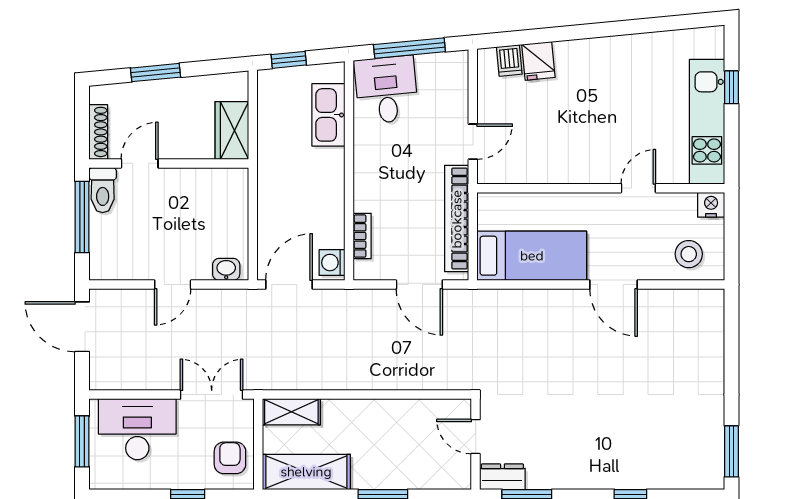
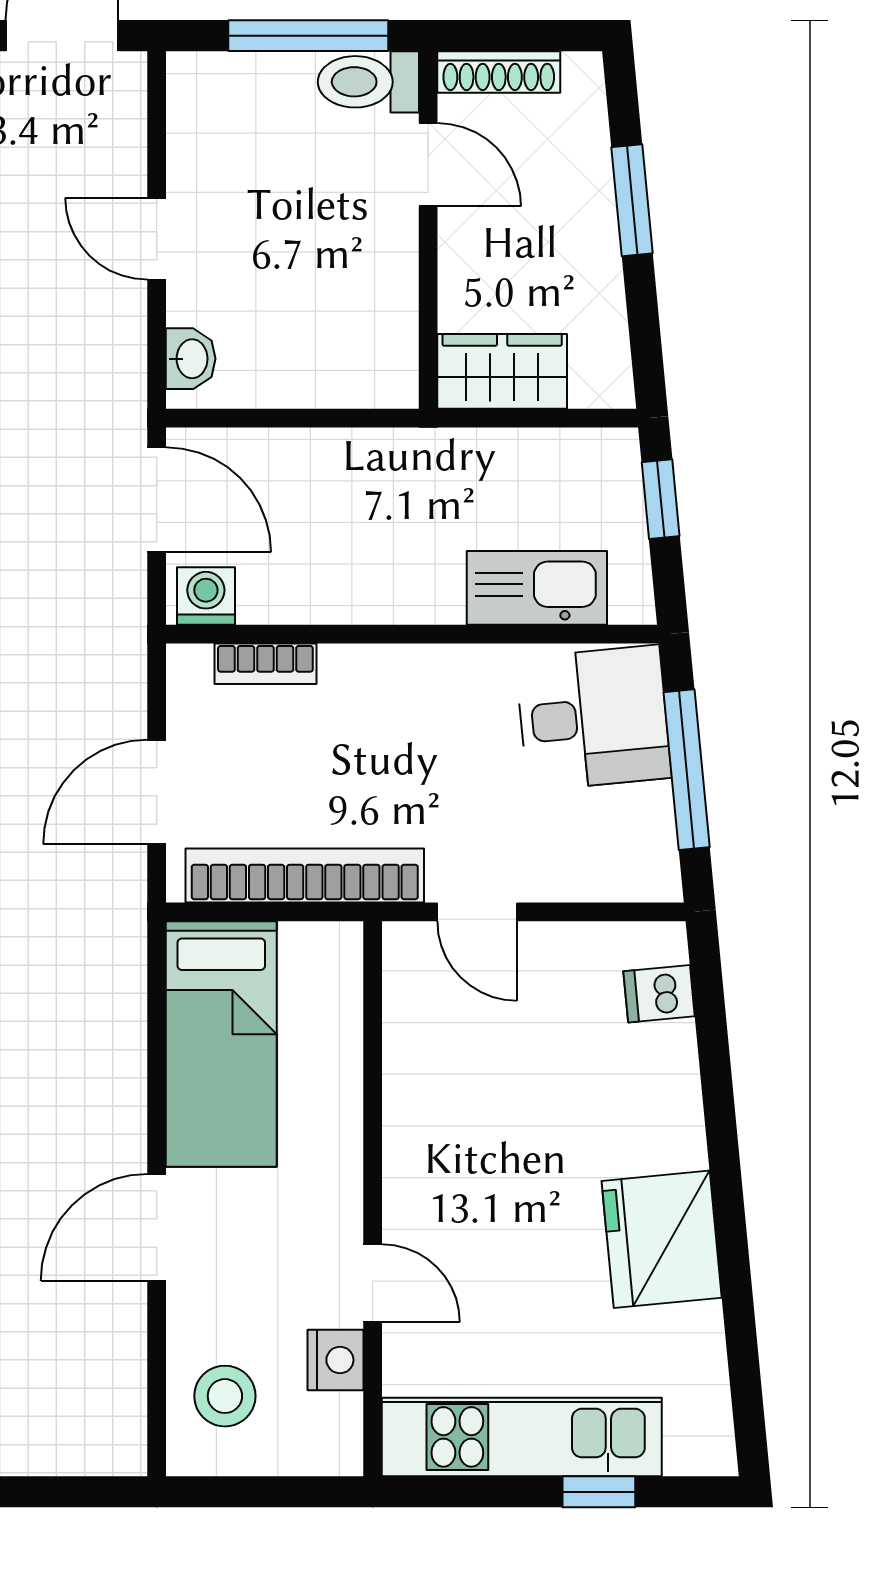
fridge: (538, 61) -> (662, 1239), moved, width x1.88, depth x1.34
nightstand: (711, 205) -> (335, 1360), moved

